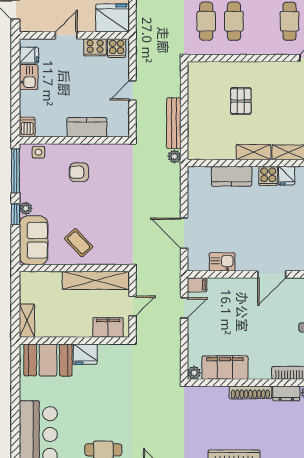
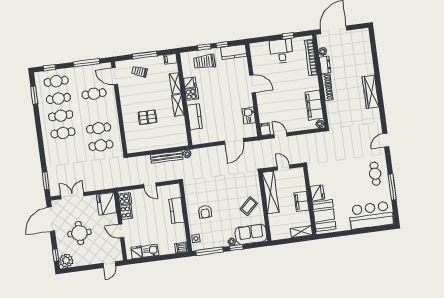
filing cabinet: (108, 327) -> (302, 201), moved

